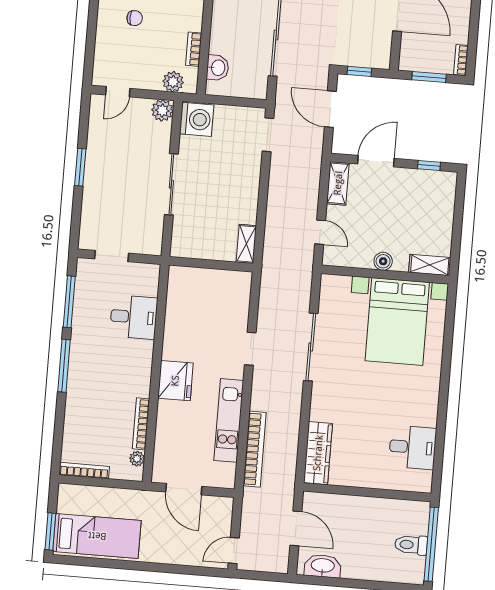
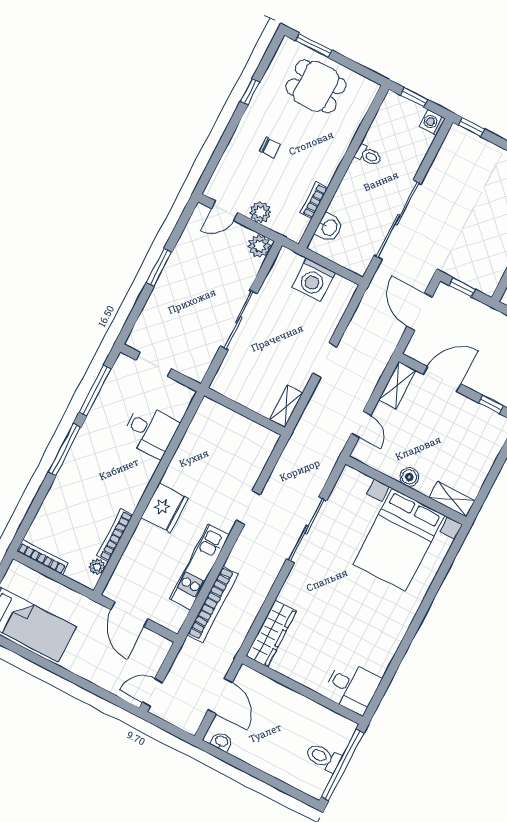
plant: (173, 82) -> (260, 212), moved
washing machine: (197, 119) -> (313, 280), moved, turned 90
doorway: (268, 135) -> (325, 360), moved
desk: (413, 447) -> (352, 687), moved
washbasin: (323, 566) -> (221, 741), width x0.52, depth x0.69

